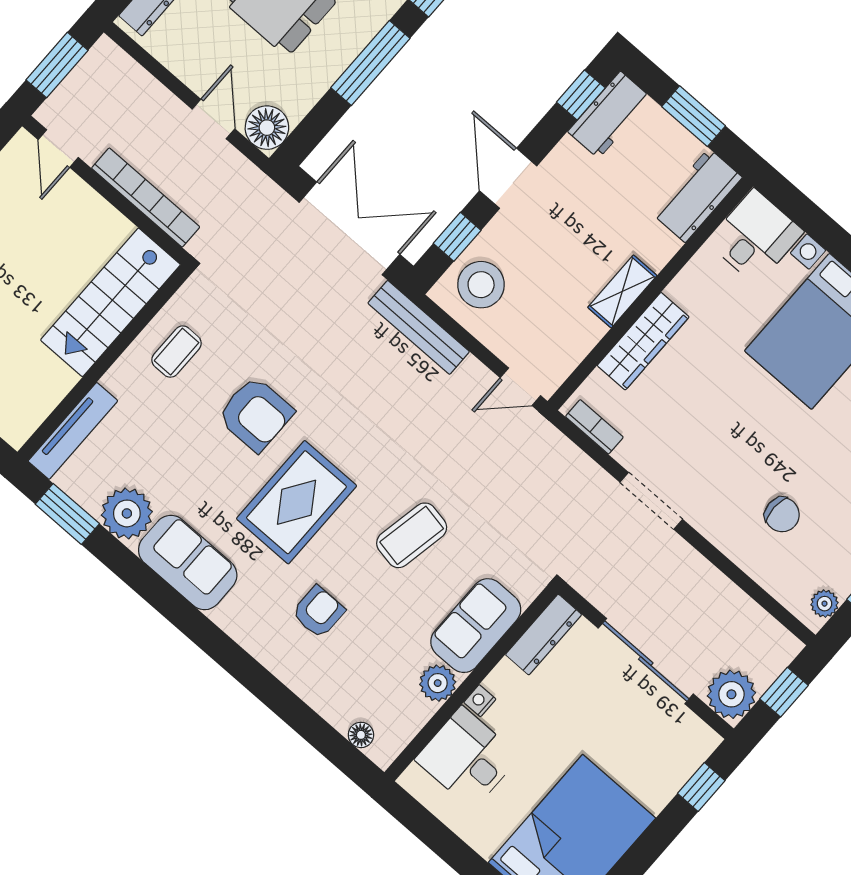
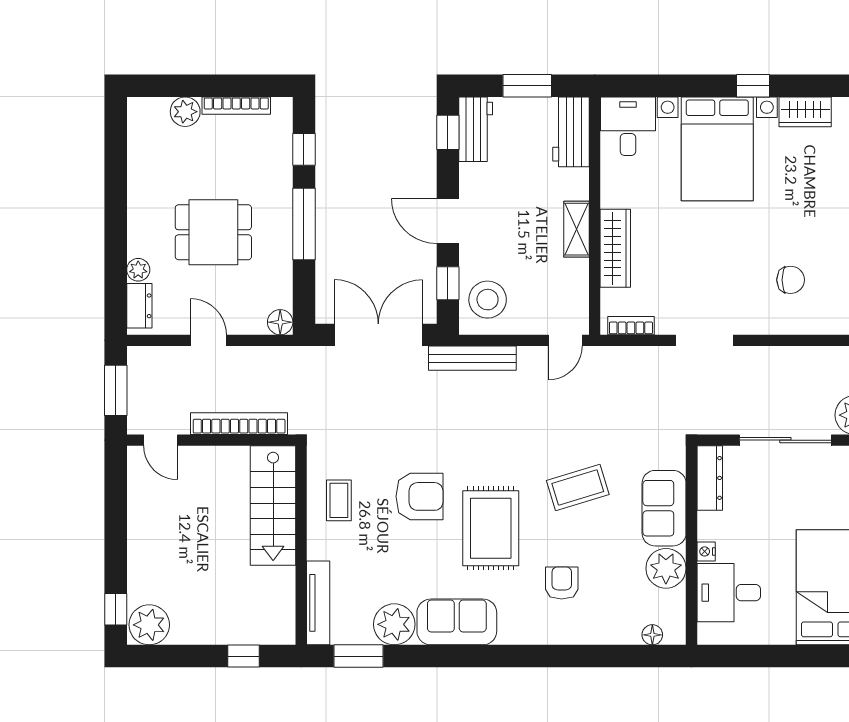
door: (213, 119) -> (208, 340), moved
floor lamp: (267, 128) -> (280, 322), width x0.73, depth x0.73
coffee table: (412, 535) -> (578, 487), turned 62
plant: (438, 683) -> (666, 568), width x1.36, depth x1.36

